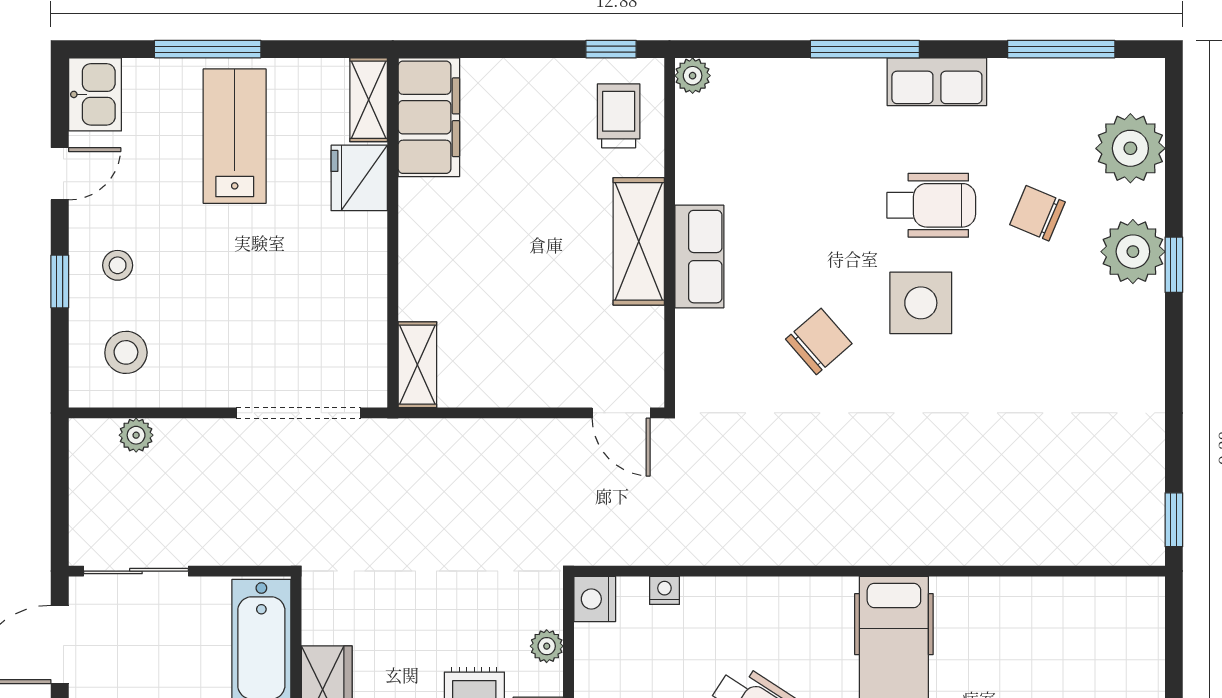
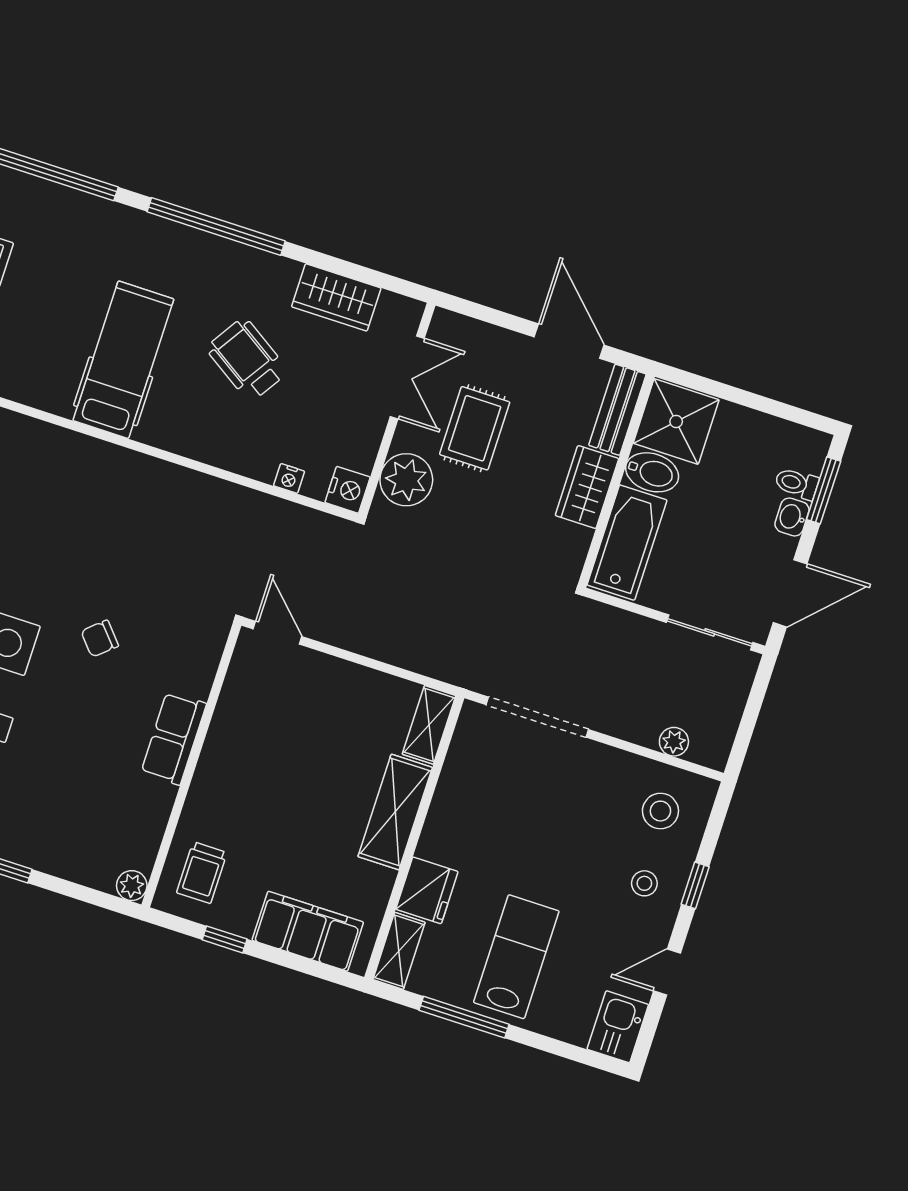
window: (208, 49) -> (464, 1017), moved
window: (611, 49) -> (225, 939), moved
filing cabinet: (429, 117) -> (308, 931), moved, turned 90
lab bench: (235, 136) -> (516, 957), turned 180
shelving: (639, 241) -> (395, 812), moved
chair: (819, 341) -> (100, 639), width x0.73, depth x0.73
plant: (547, 646) -> (406, 480), width x1.87, depth x1.87

